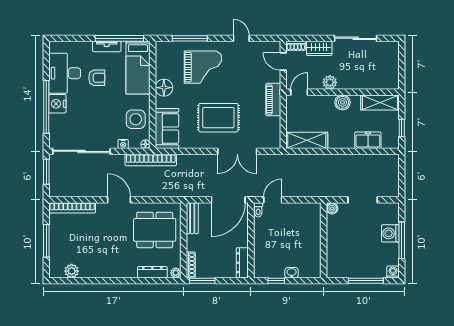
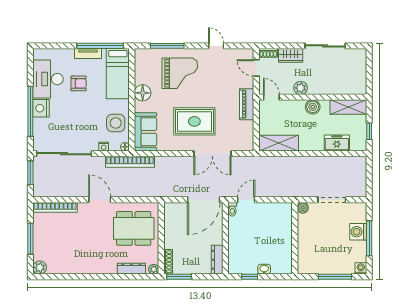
door: (299, 92) -> (271, 97), hinge flipped
bench: (192, 218) -> (170, 217), removed
plant: (72, 271) -> (40, 268), moved

